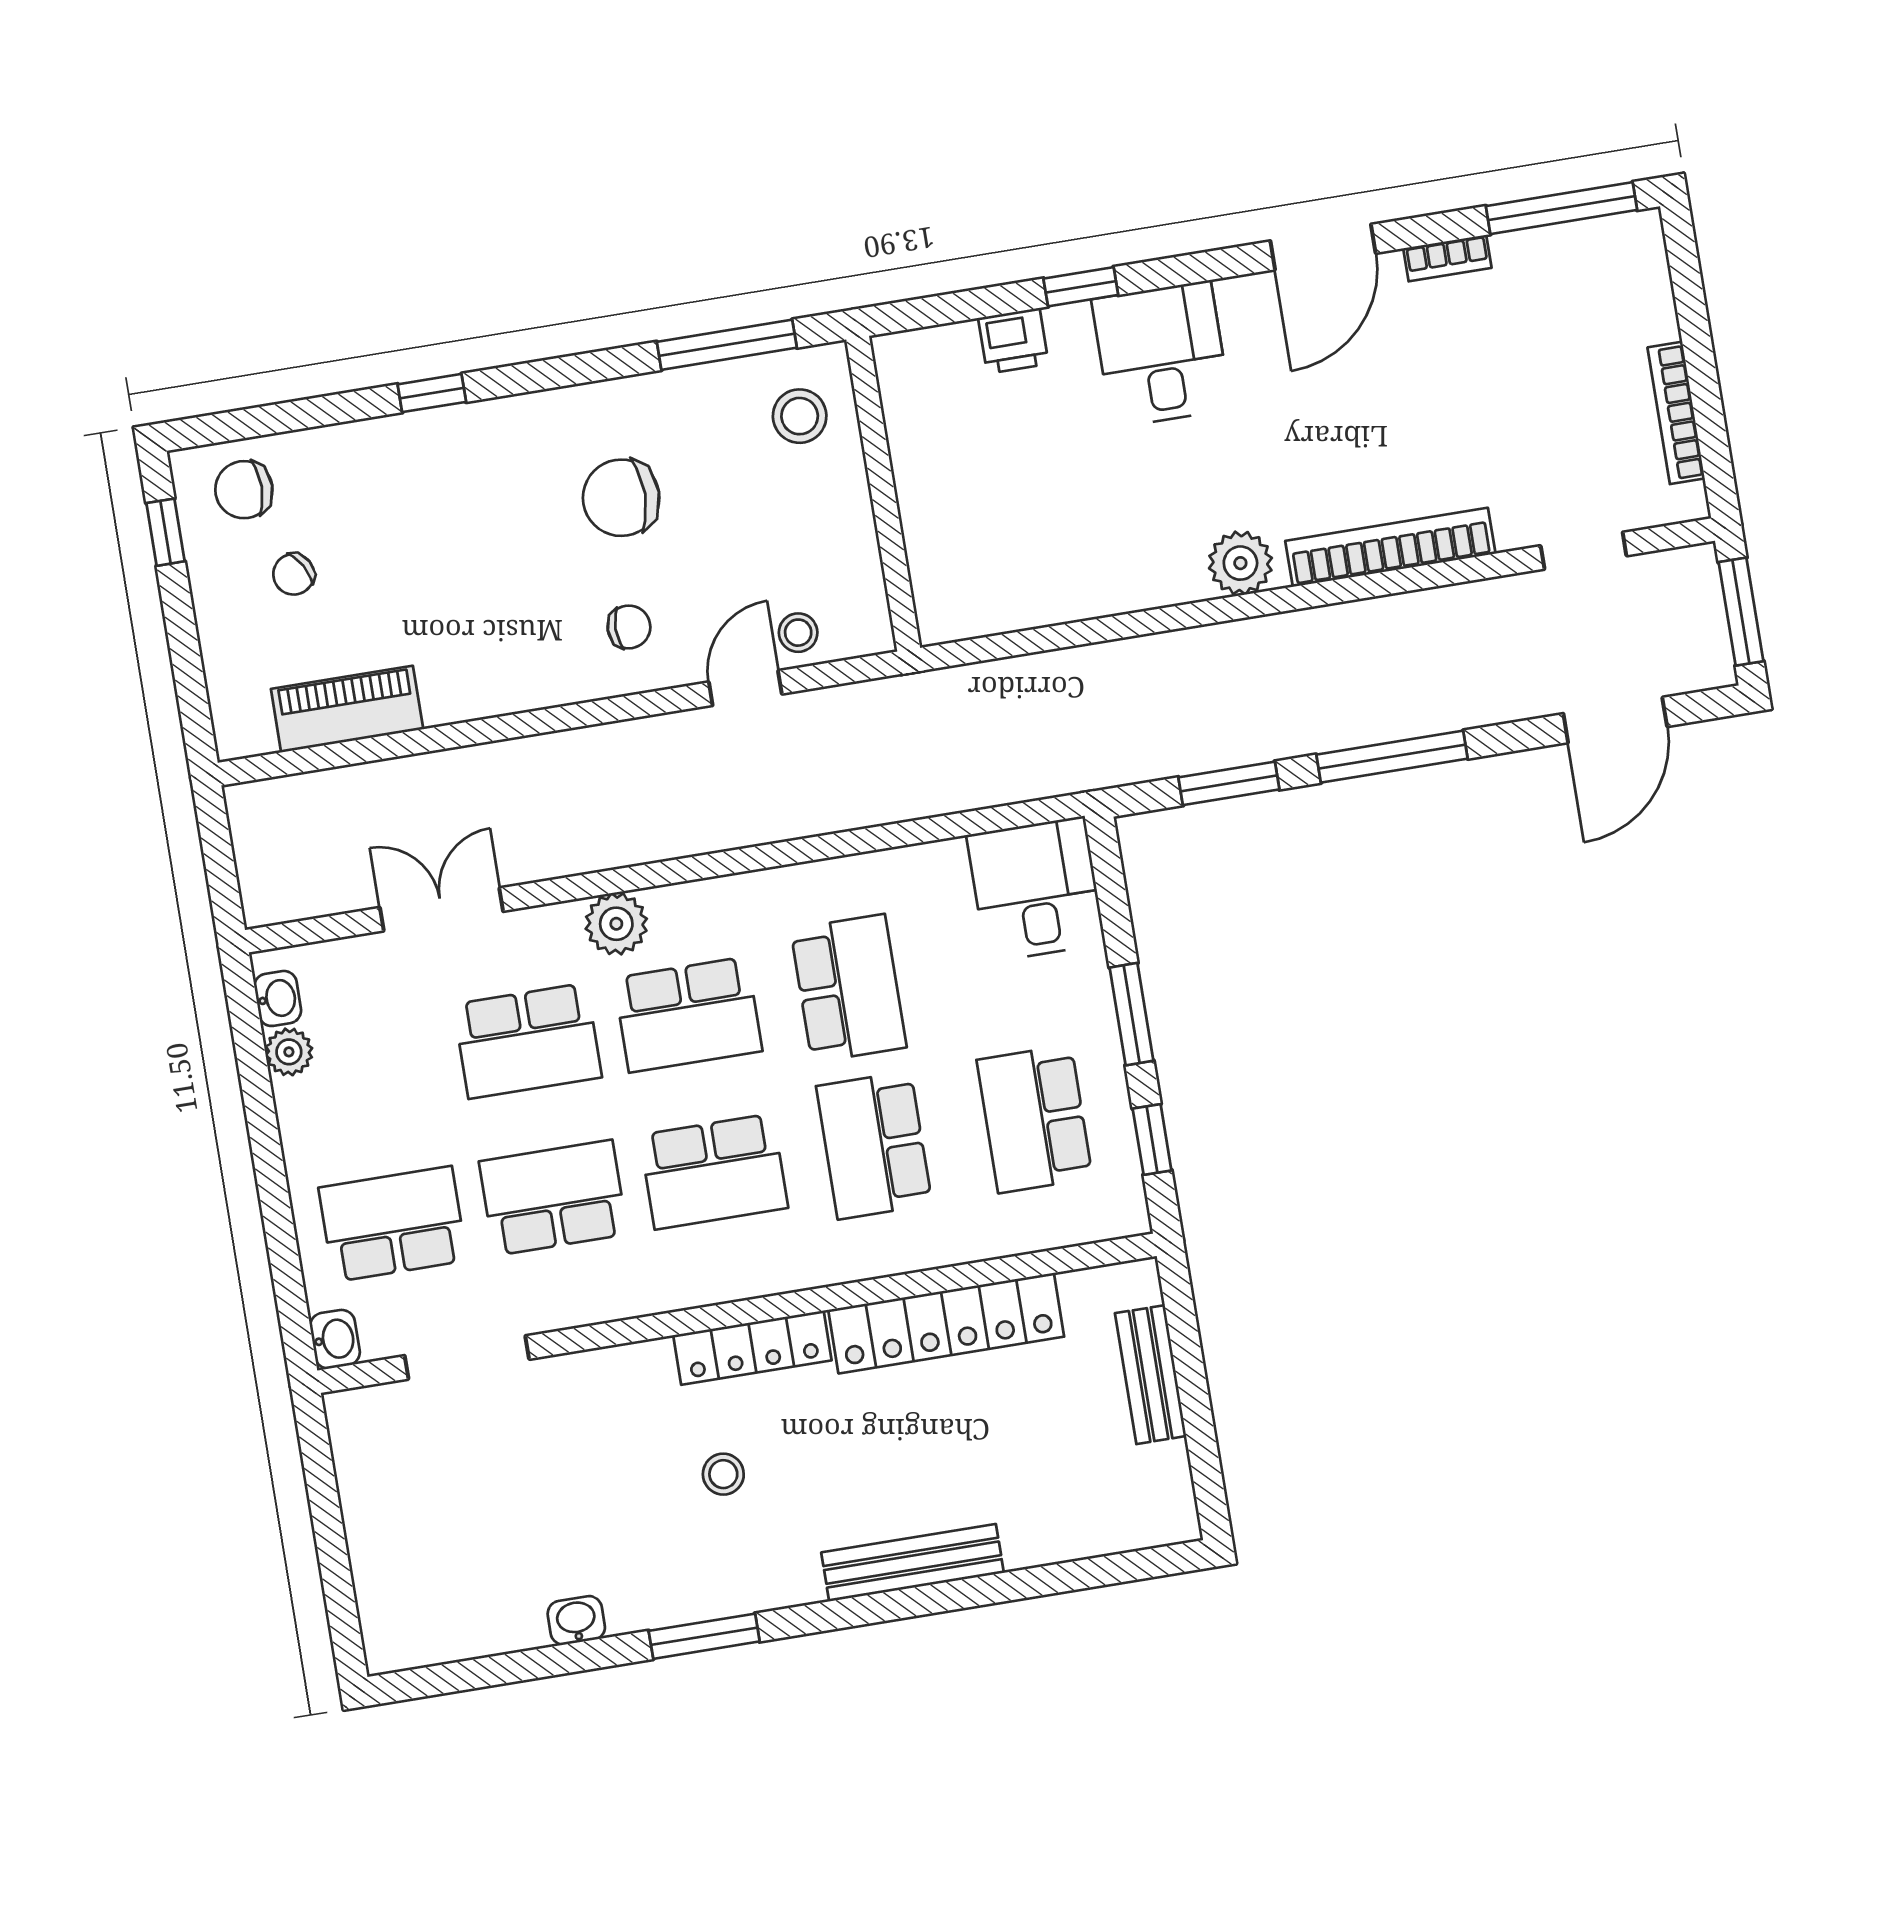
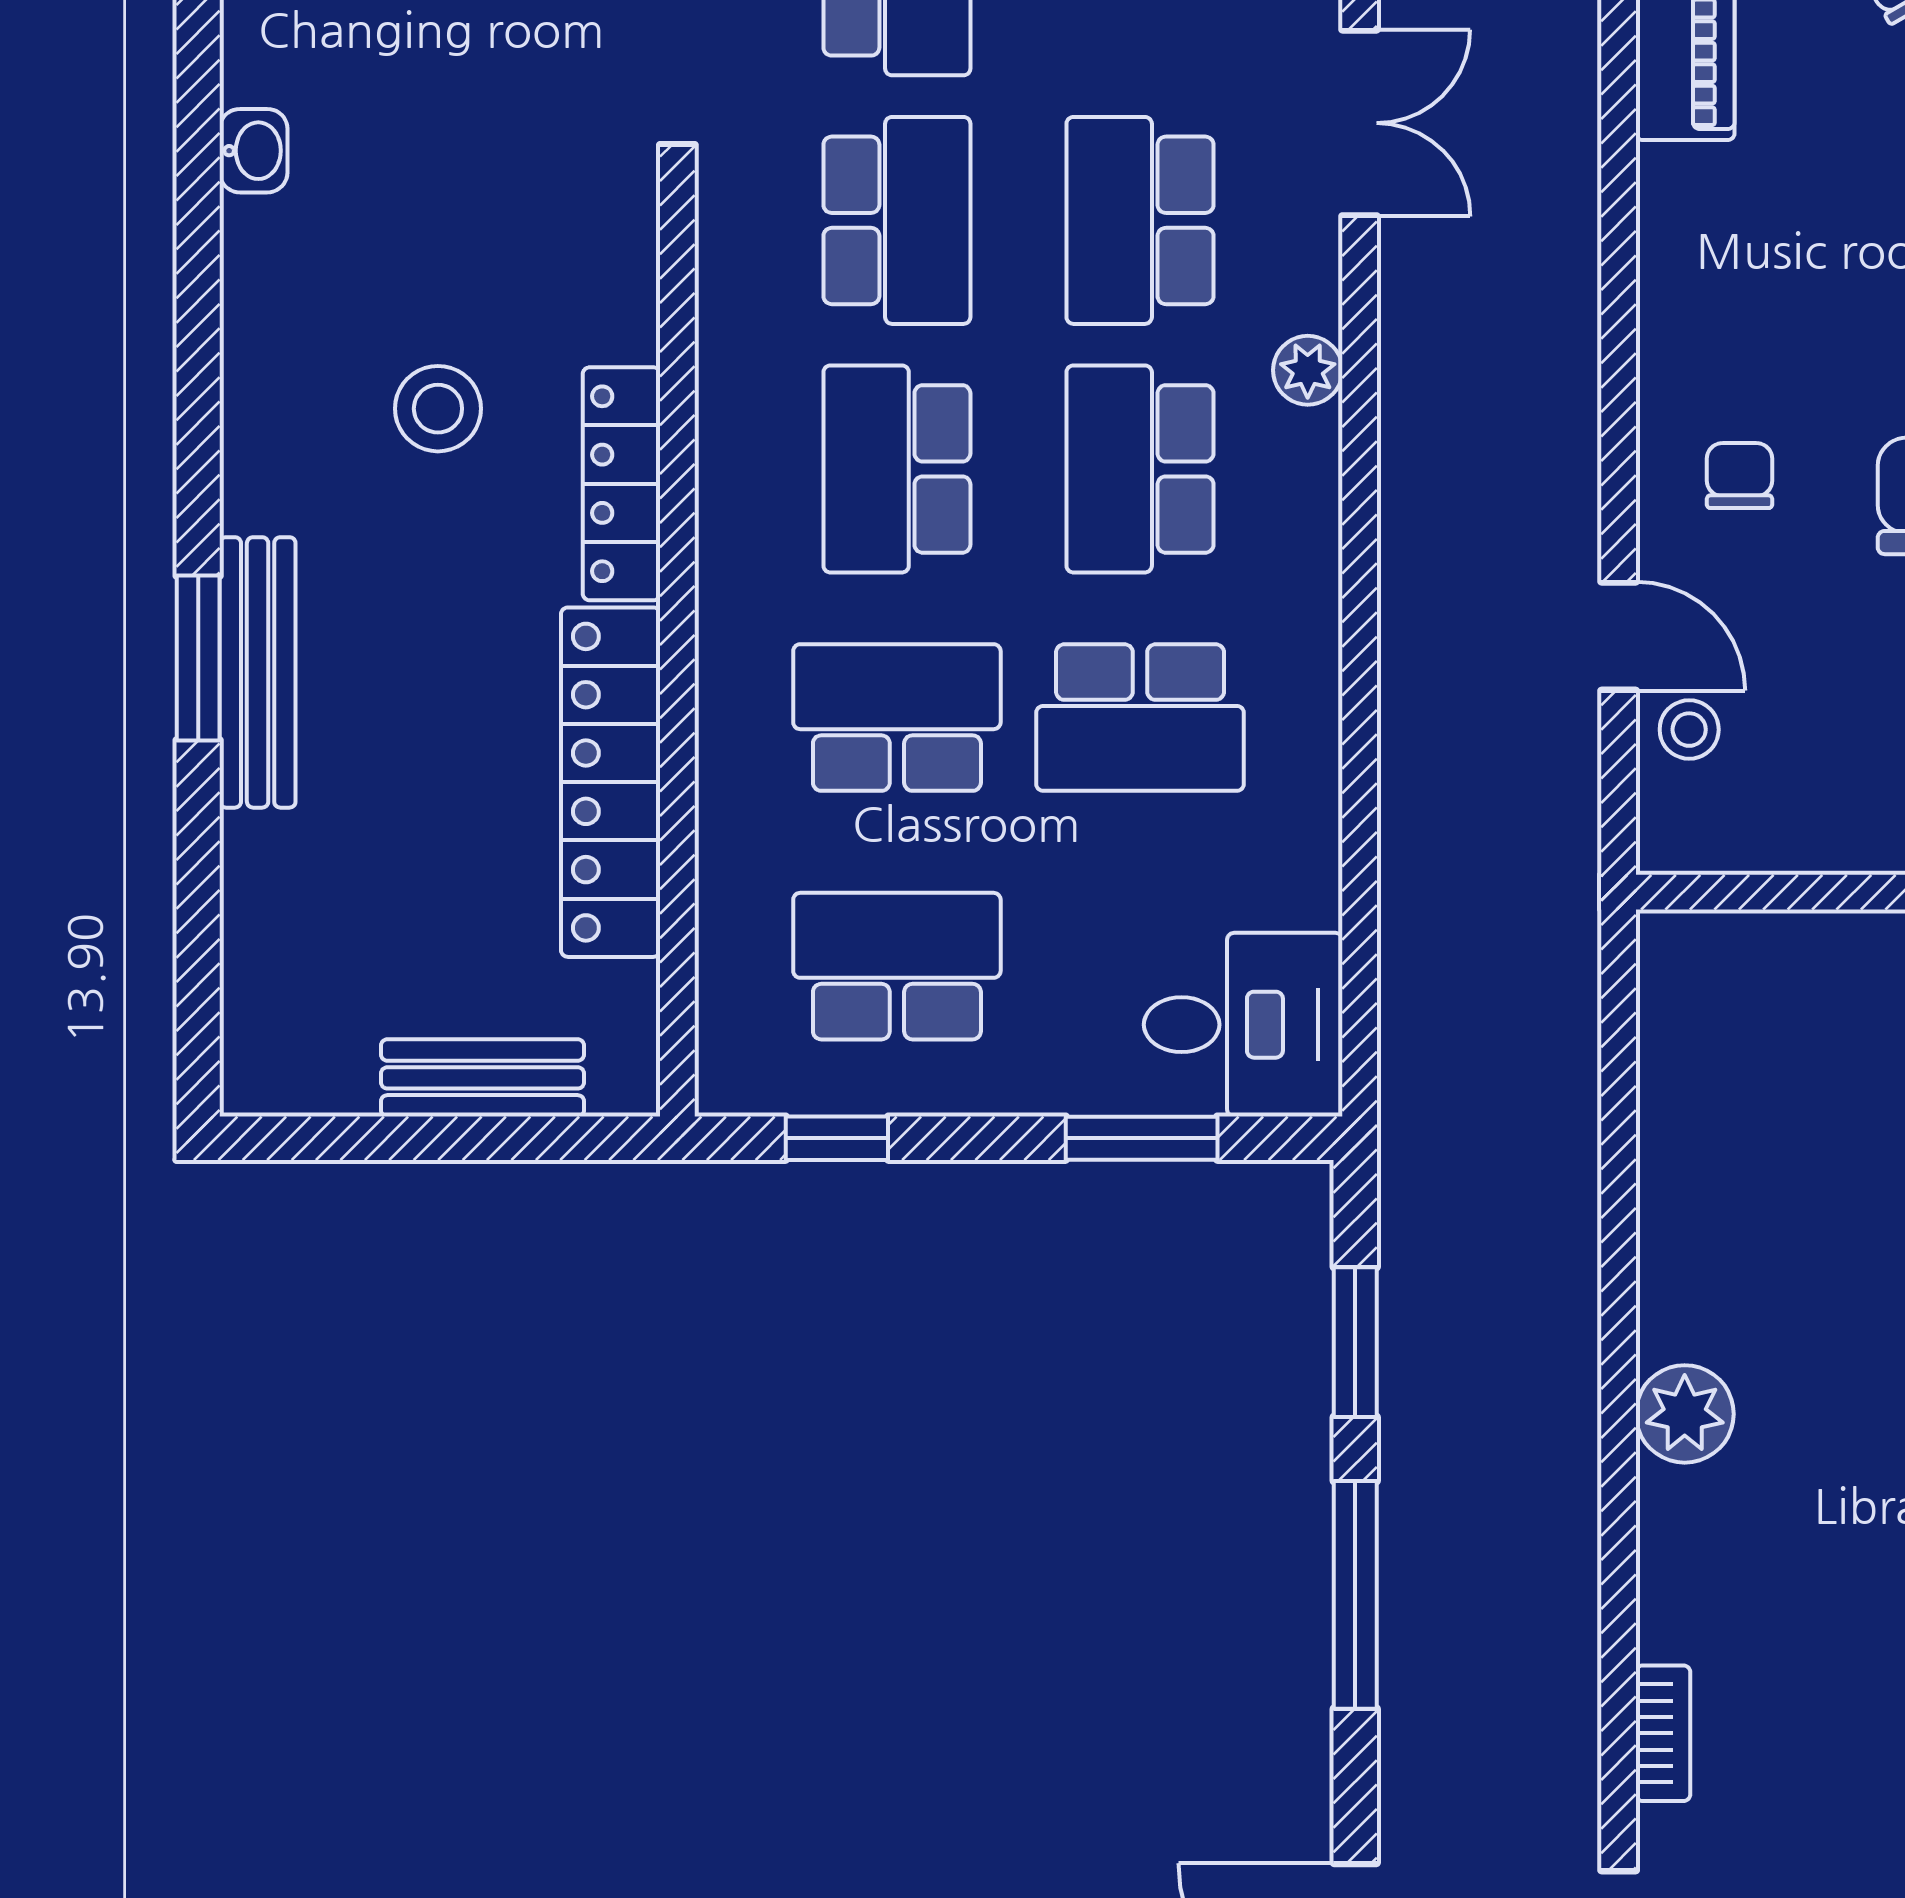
bookcase: (1390, 547) -> (1663, 1733), width x0.43, depth x0.76
chair: (629, 627) -> (1740, 476), turned 180
plant: (616, 924) -> (1308, 370), width x0.73, depth x0.73
window: (1132, 1014) -> (1142, 1138), moved
stool: (723, 1474) -> (438, 409), width x1.37, depth x1.37
window: (704, 1636) -> (198, 658), moved

